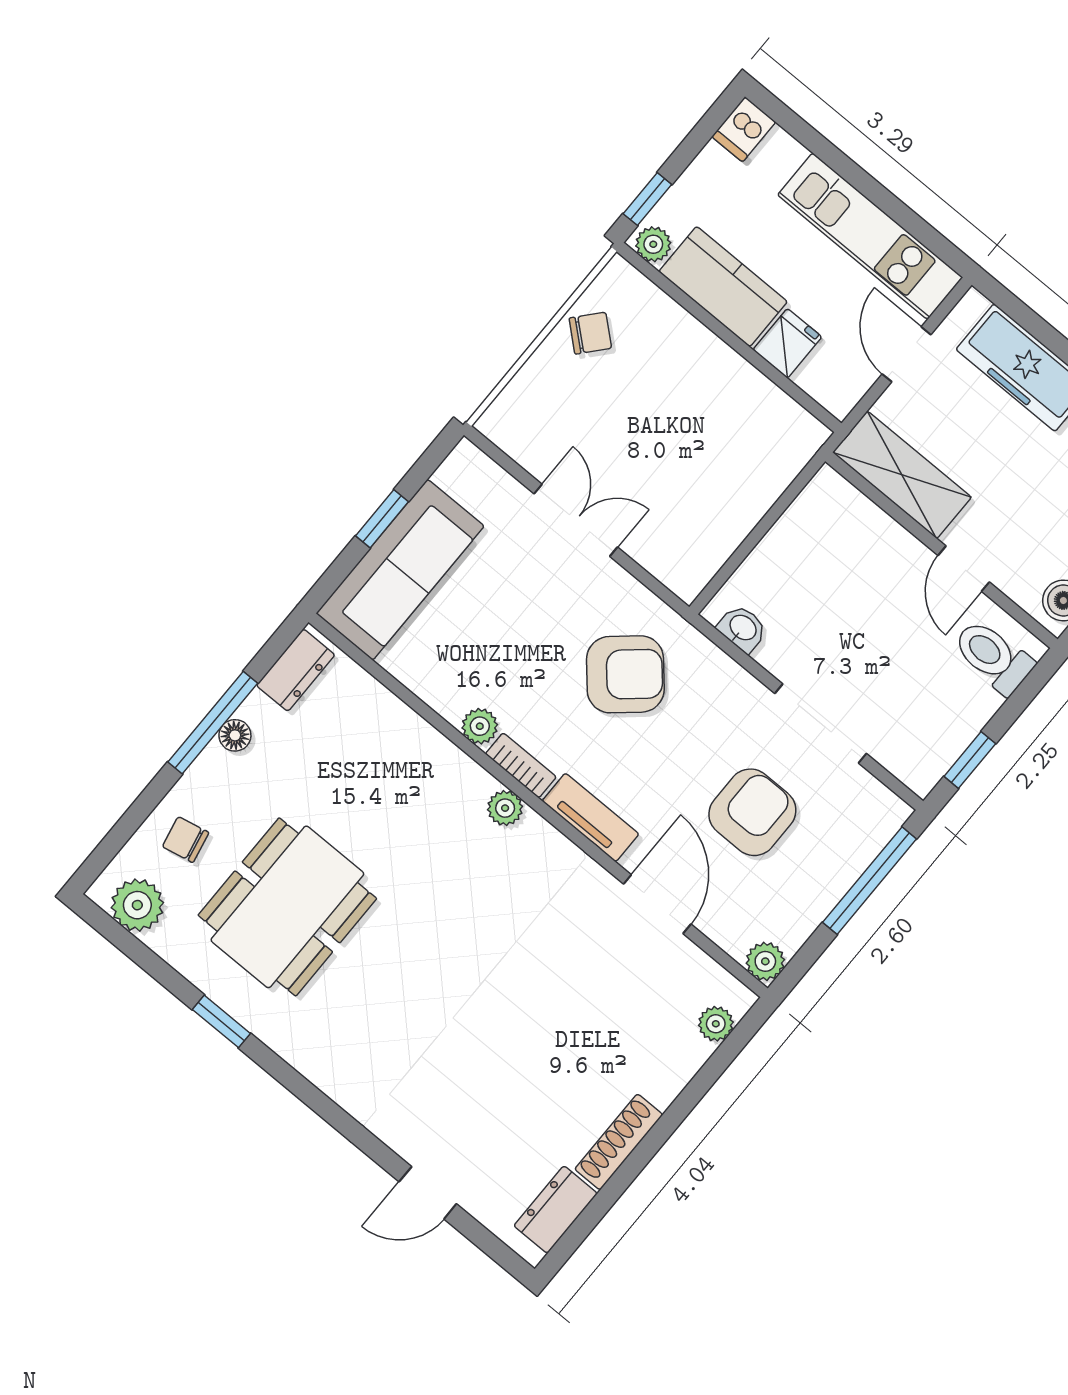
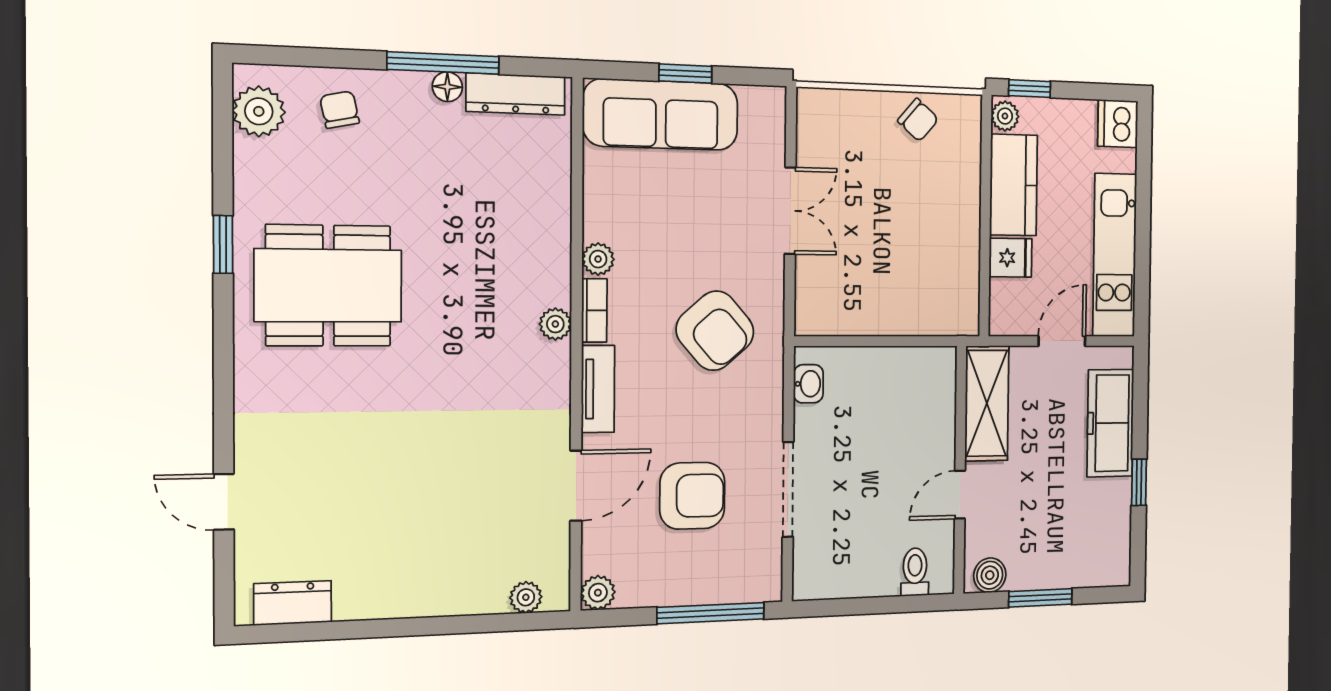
dishwasher: (744, 129) -> (1118, 124), width x1.38
toilet: (993, 657) -> (915, 572), width x0.73, depth x0.72
dresser: (296, 670) -> (516, 94), width x1.44
window: (970, 760) -> (843, 607), removed
dining table: (287, 907) -> (328, 286), moved
shoe rack: (619, 1142) -> (383, 604), removed

